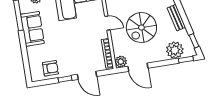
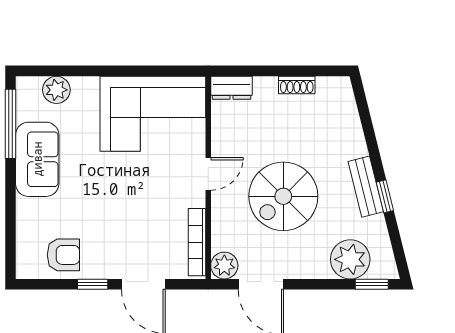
door: (107, 23) -> (208, 174), hinge flipped
window: (194, 41) -> (385, 196), moved

